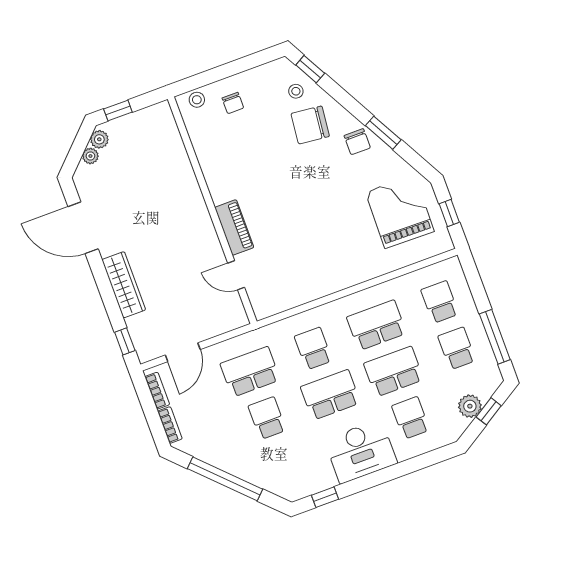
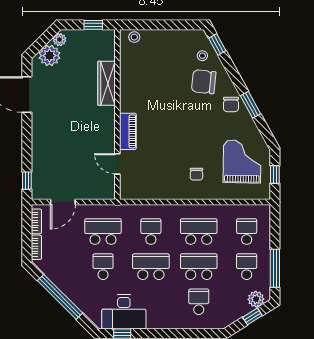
chair: (233, 103) -> (196, 174), moved
window: (118, 110) -> (93, 25), moved
plant: (90, 156) -> (49, 56), width x1.88, depth x1.88
wardrobe: (124, 285) -> (107, 83), moved, turned 180
plant: (470, 406) -> (256, 299), moved
desk: (361, 451) -> (124, 312), moved

